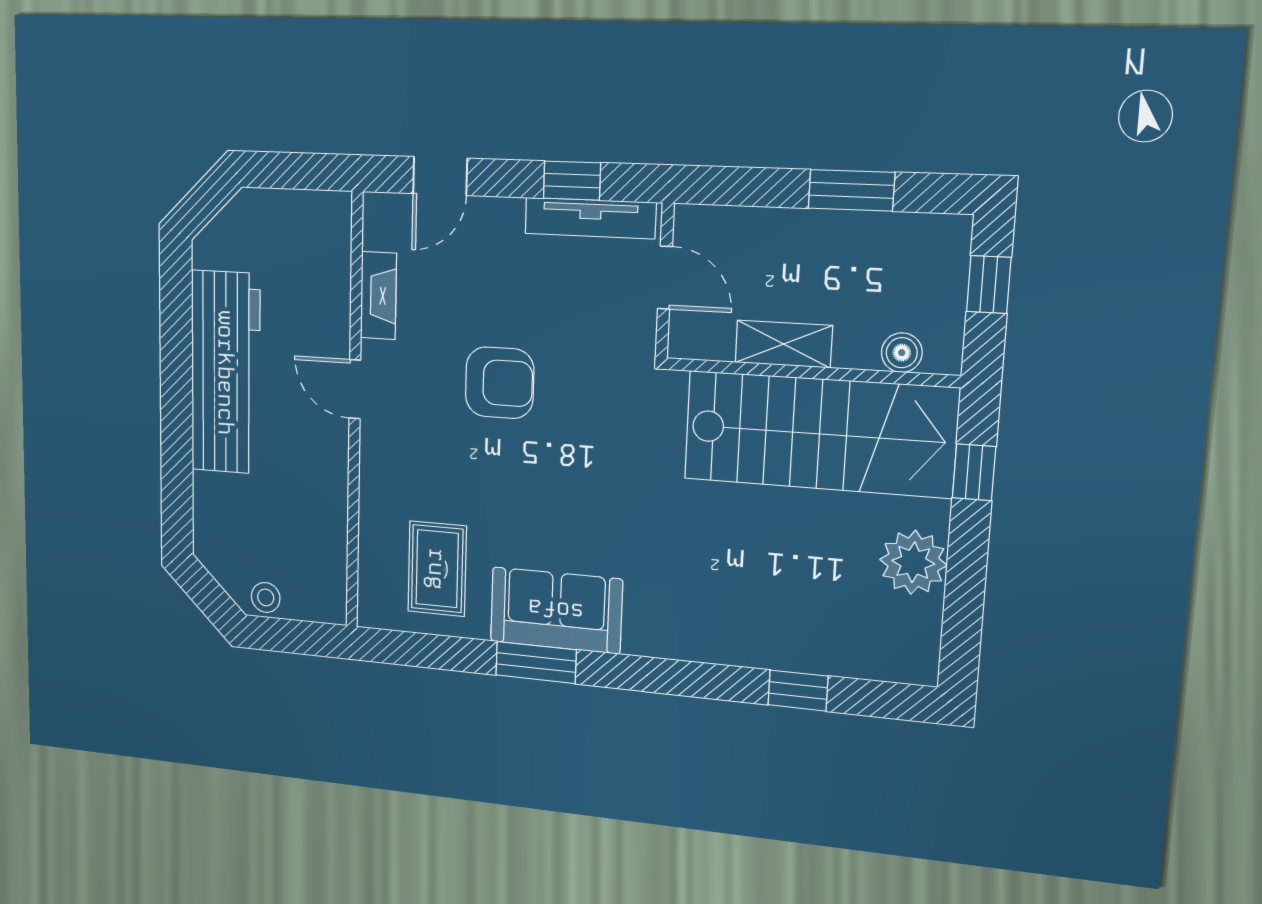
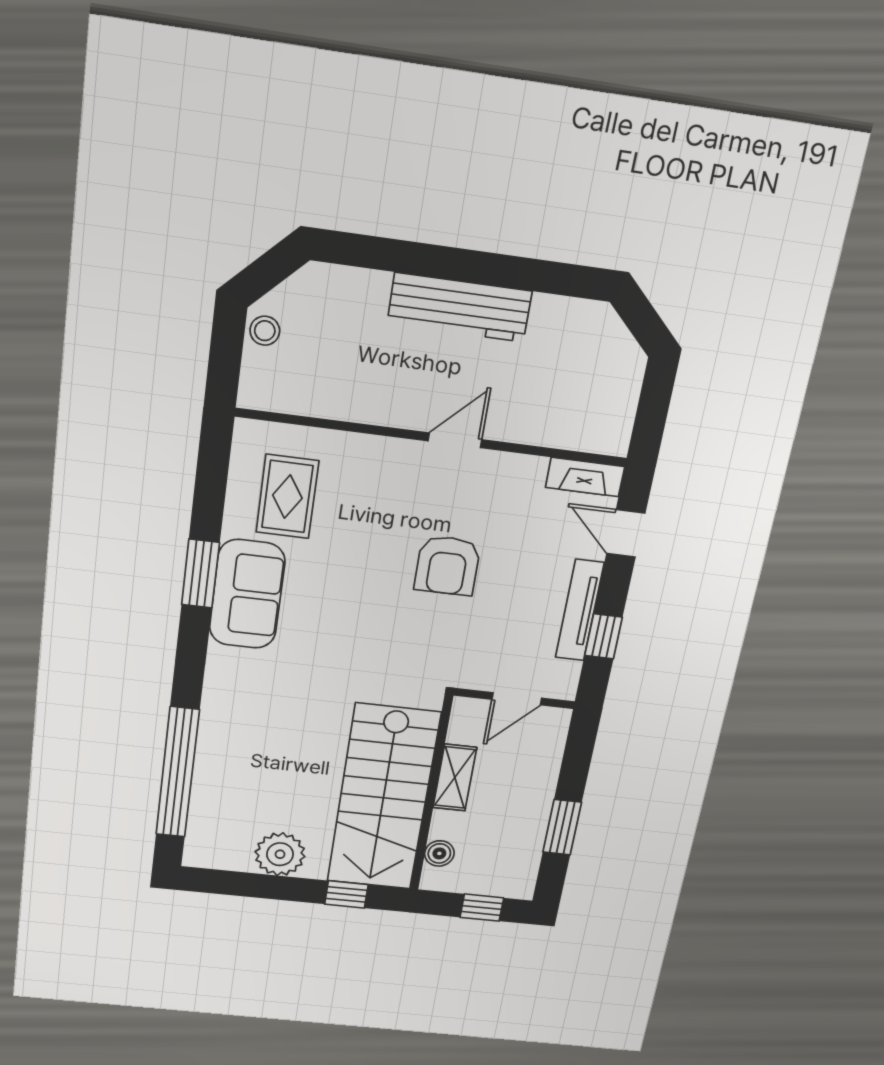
tv unit: (590, 218) -> (580, 610), moved
fireplace: (378, 296) -> (585, 477), moved
workbench: (226, 373) -> (460, 307), width x0.73, depth x0.76
rug: (437, 569) -> (287, 497), turned 90
window: (798, 691) -> (178, 773), width x3.17

